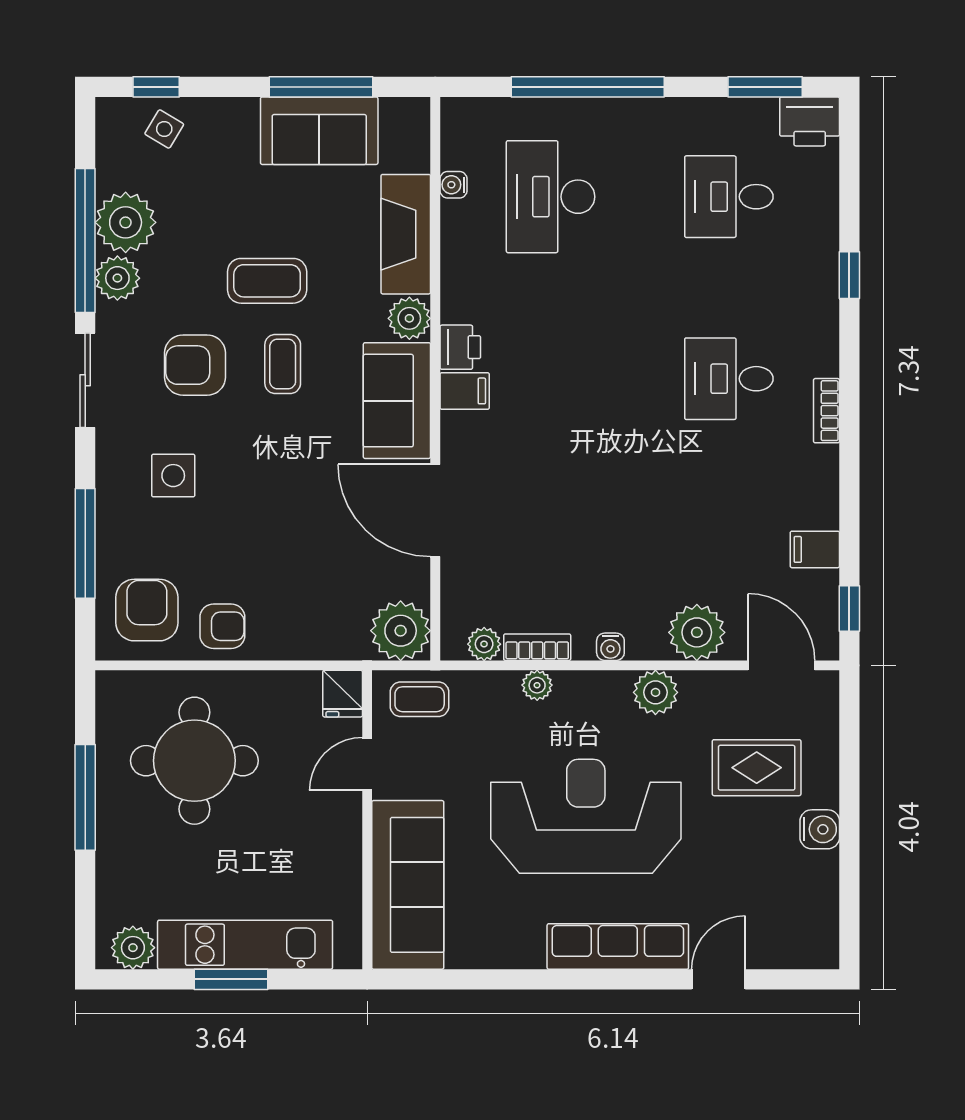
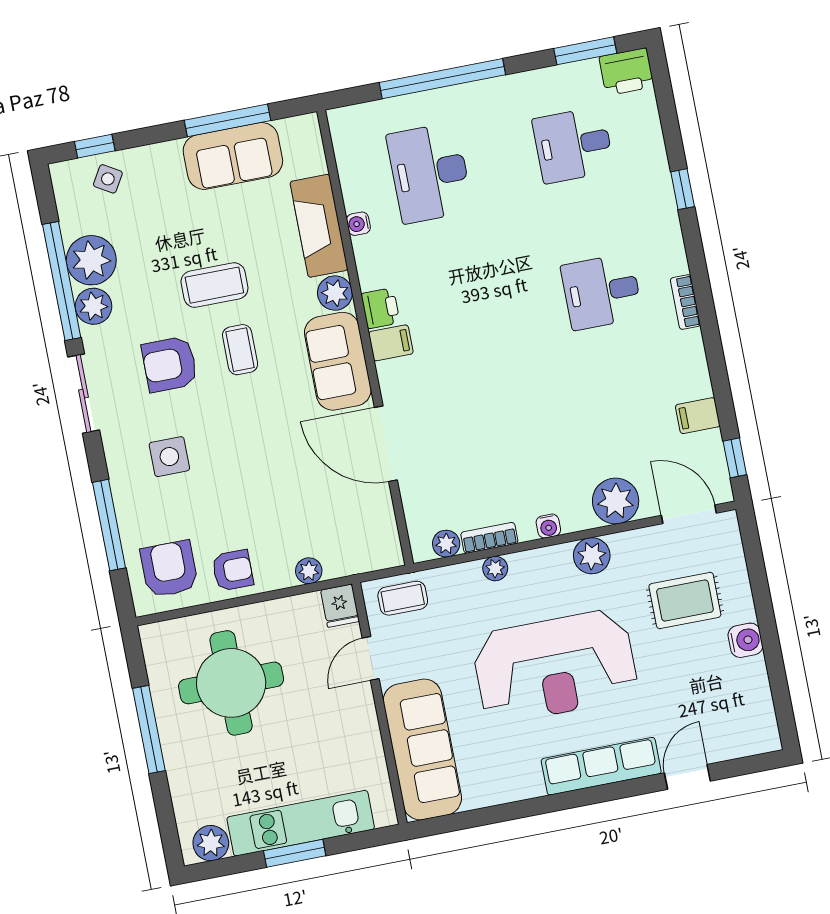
water cooler: (454, 185) -> (358, 224), moved
plant: (401, 631) -> (309, 571), moved, width x0.53, depth x0.53
reception desk: (586, 816) -> (555, 666), turned 180

